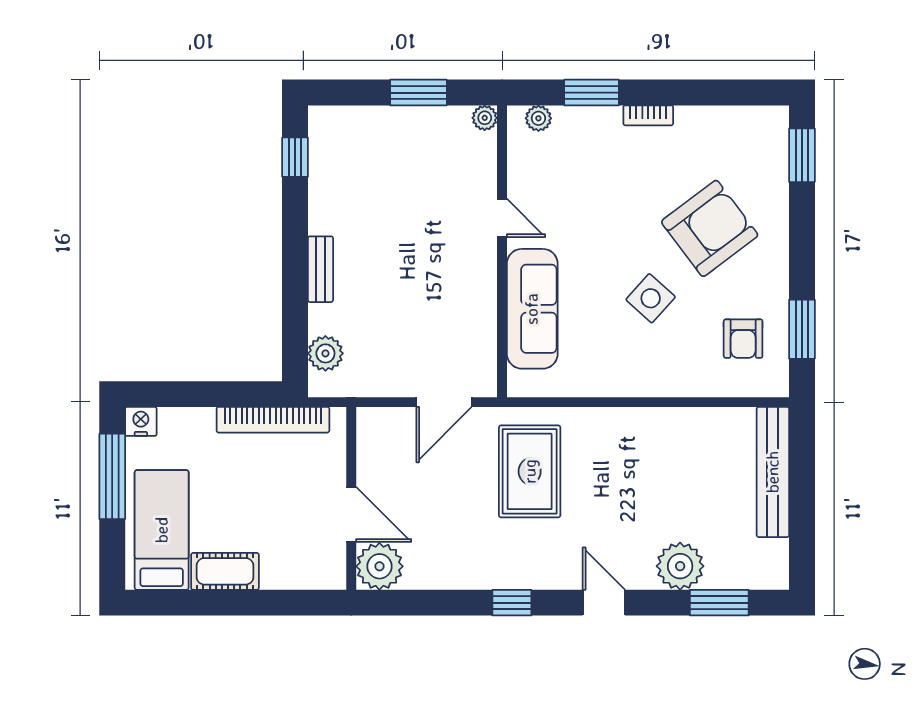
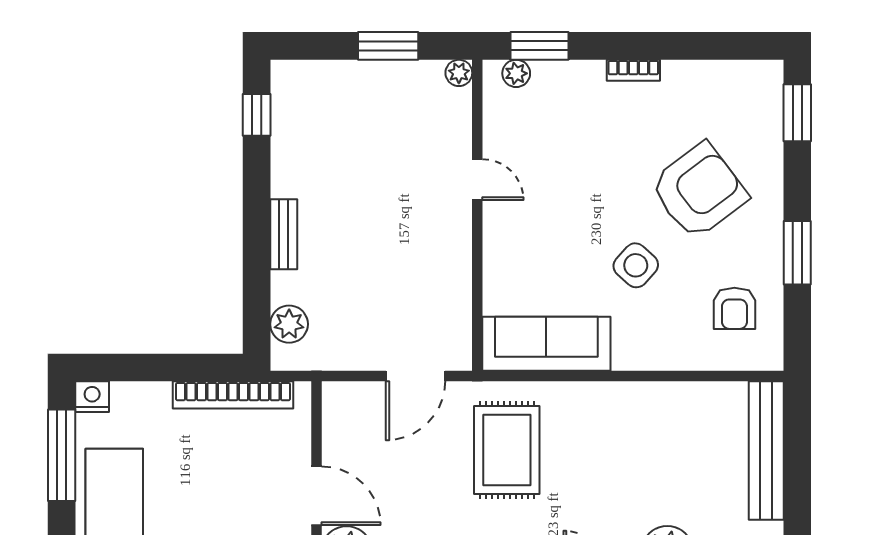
window: (592, 93) -> (540, 46), moved
sofa: (532, 309) -> (546, 344), moved, turned -90
window: (802, 329) -> (797, 253), moved

